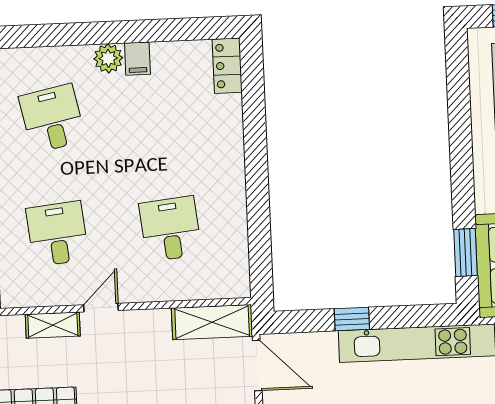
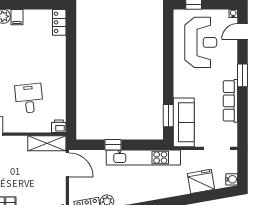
printer: (236, 285) -> (59, 126), added

